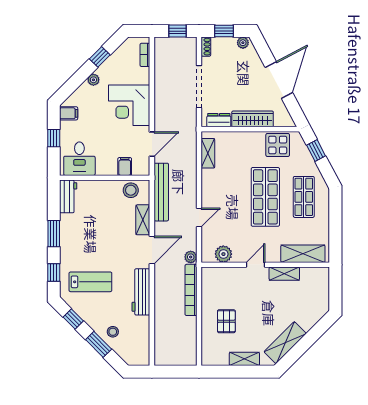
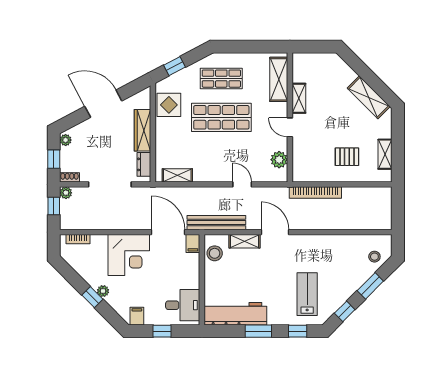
window: (100, 57) -> (92, 297), moved
door: (152, 144) -> (168, 232), width x1.36
filing cabinet: (125, 166) -> (193, 243), moved, turned -90
workbench: (68, 196) -> (235, 314), width x1.88, depth x1.32
plant: (191, 257) -> (66, 193), moved
workbench: (141, 292) -> (317, 243), removed
stool: (113, 332) -> (374, 257), moved
shelving: (244, 359) -> (385, 154), moved

